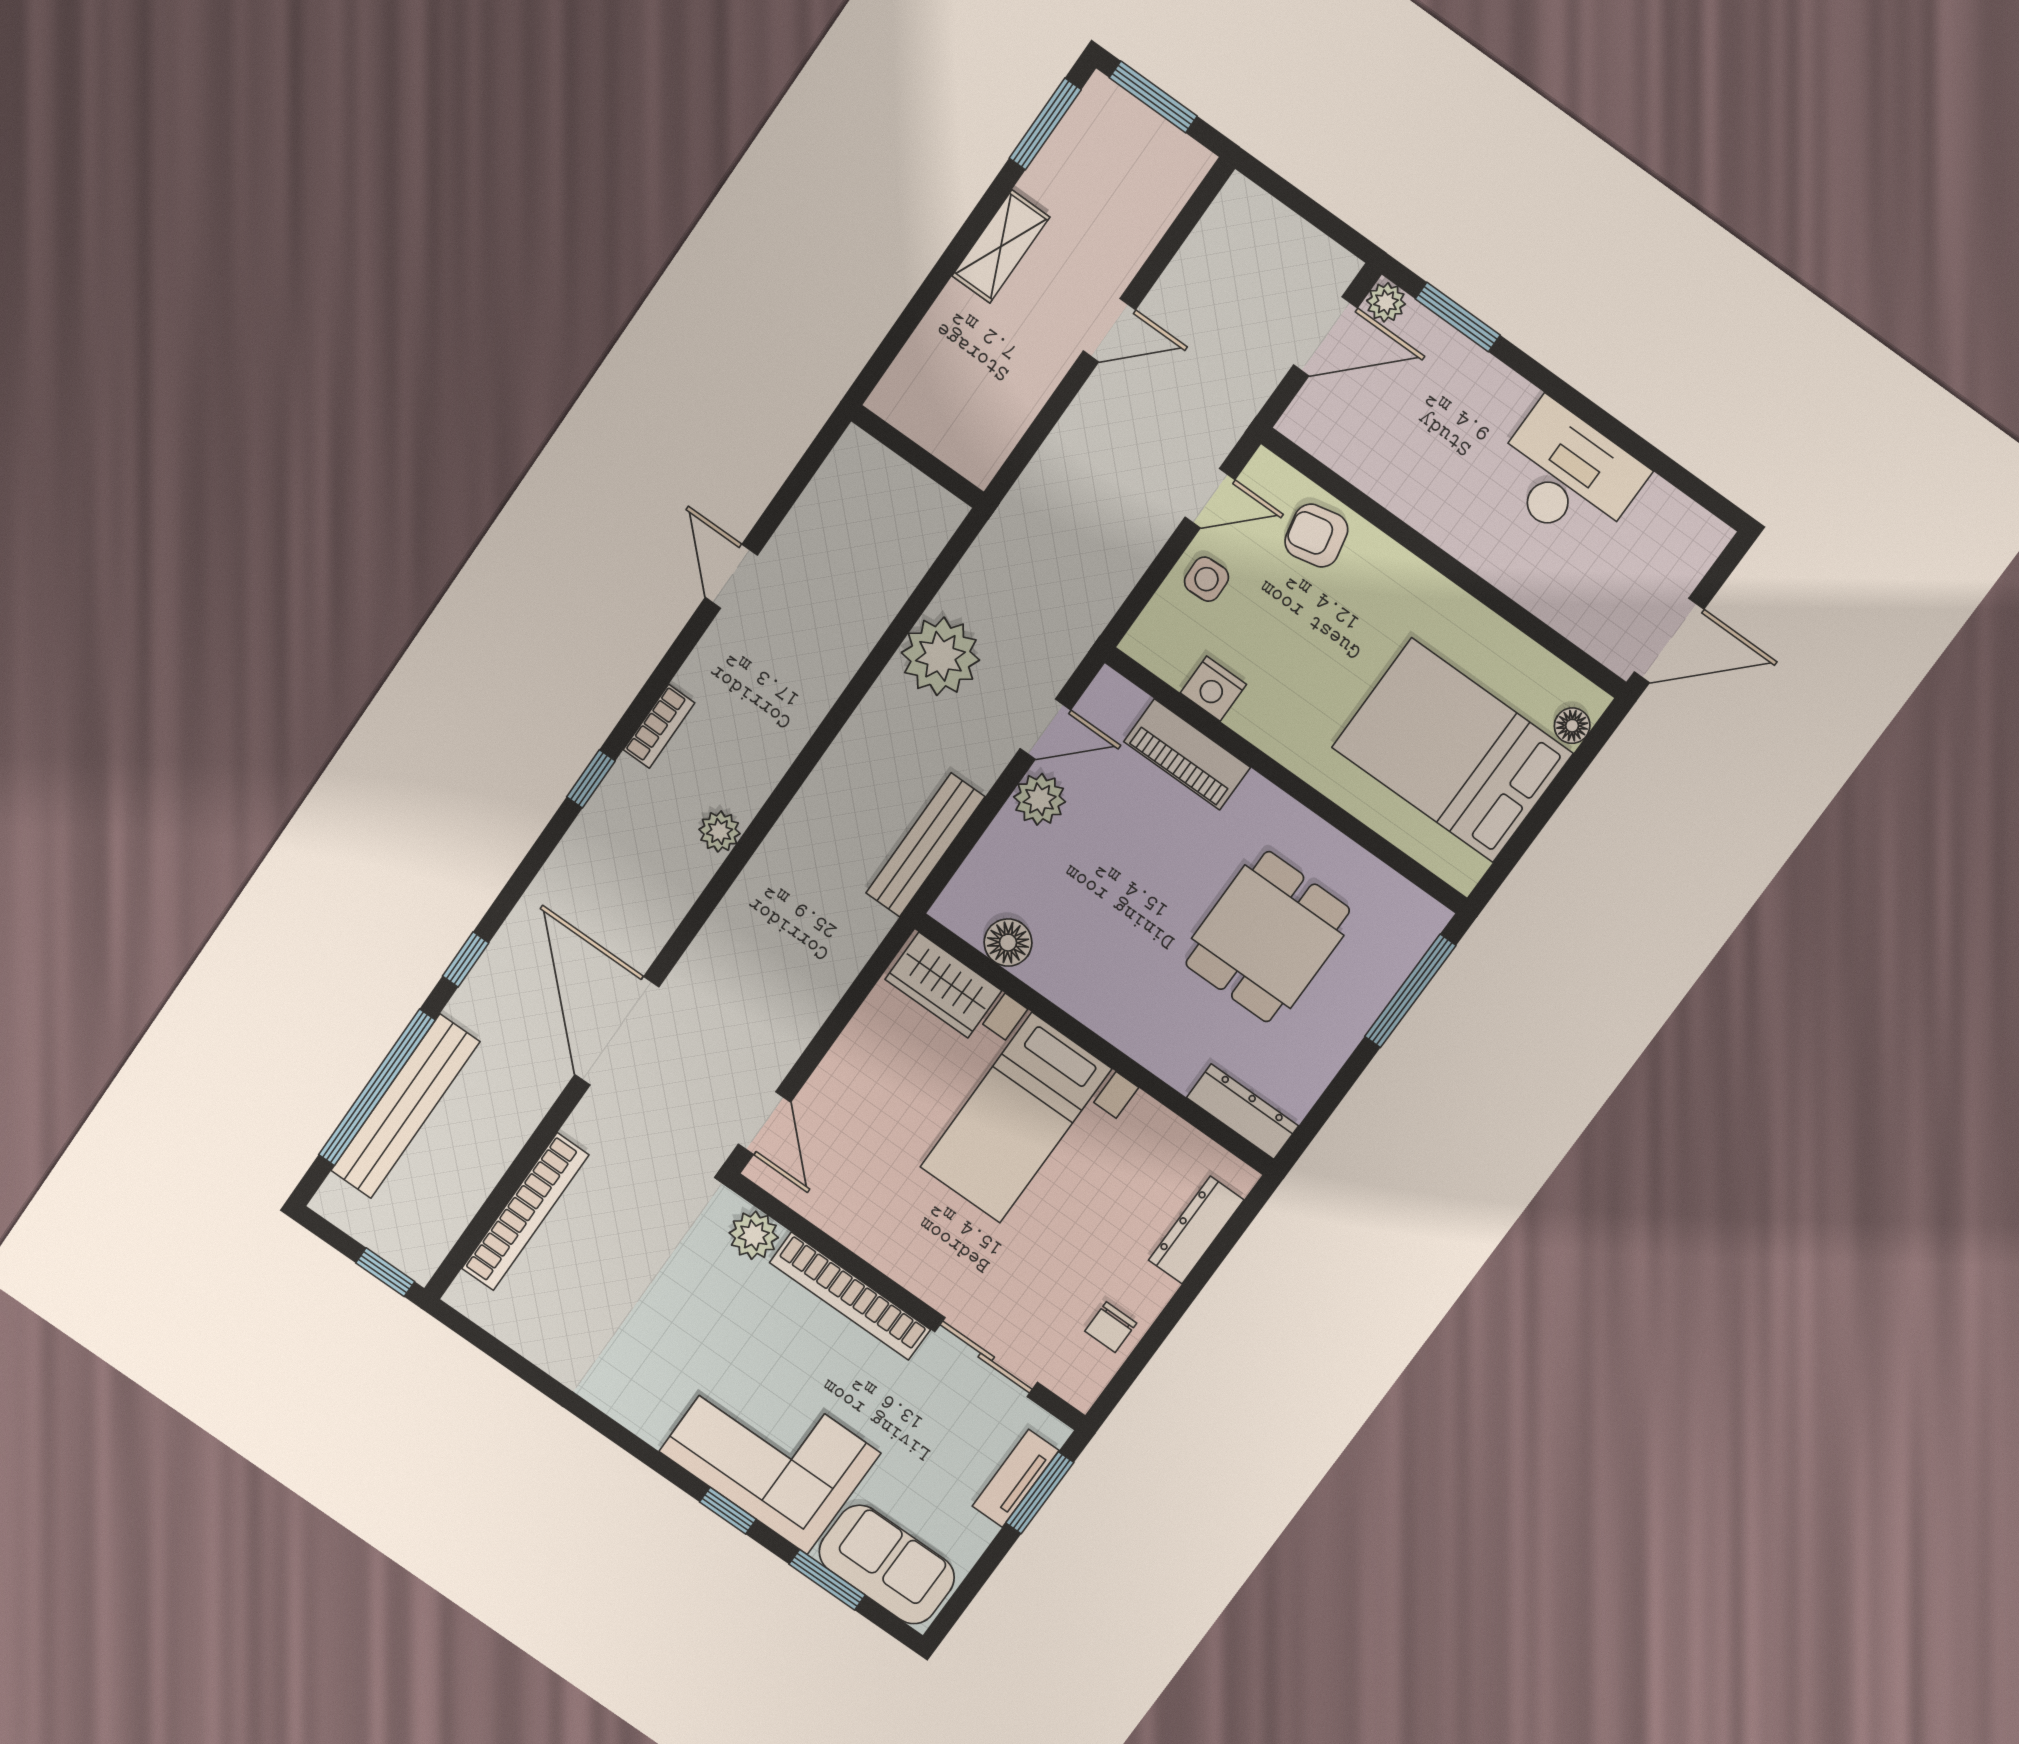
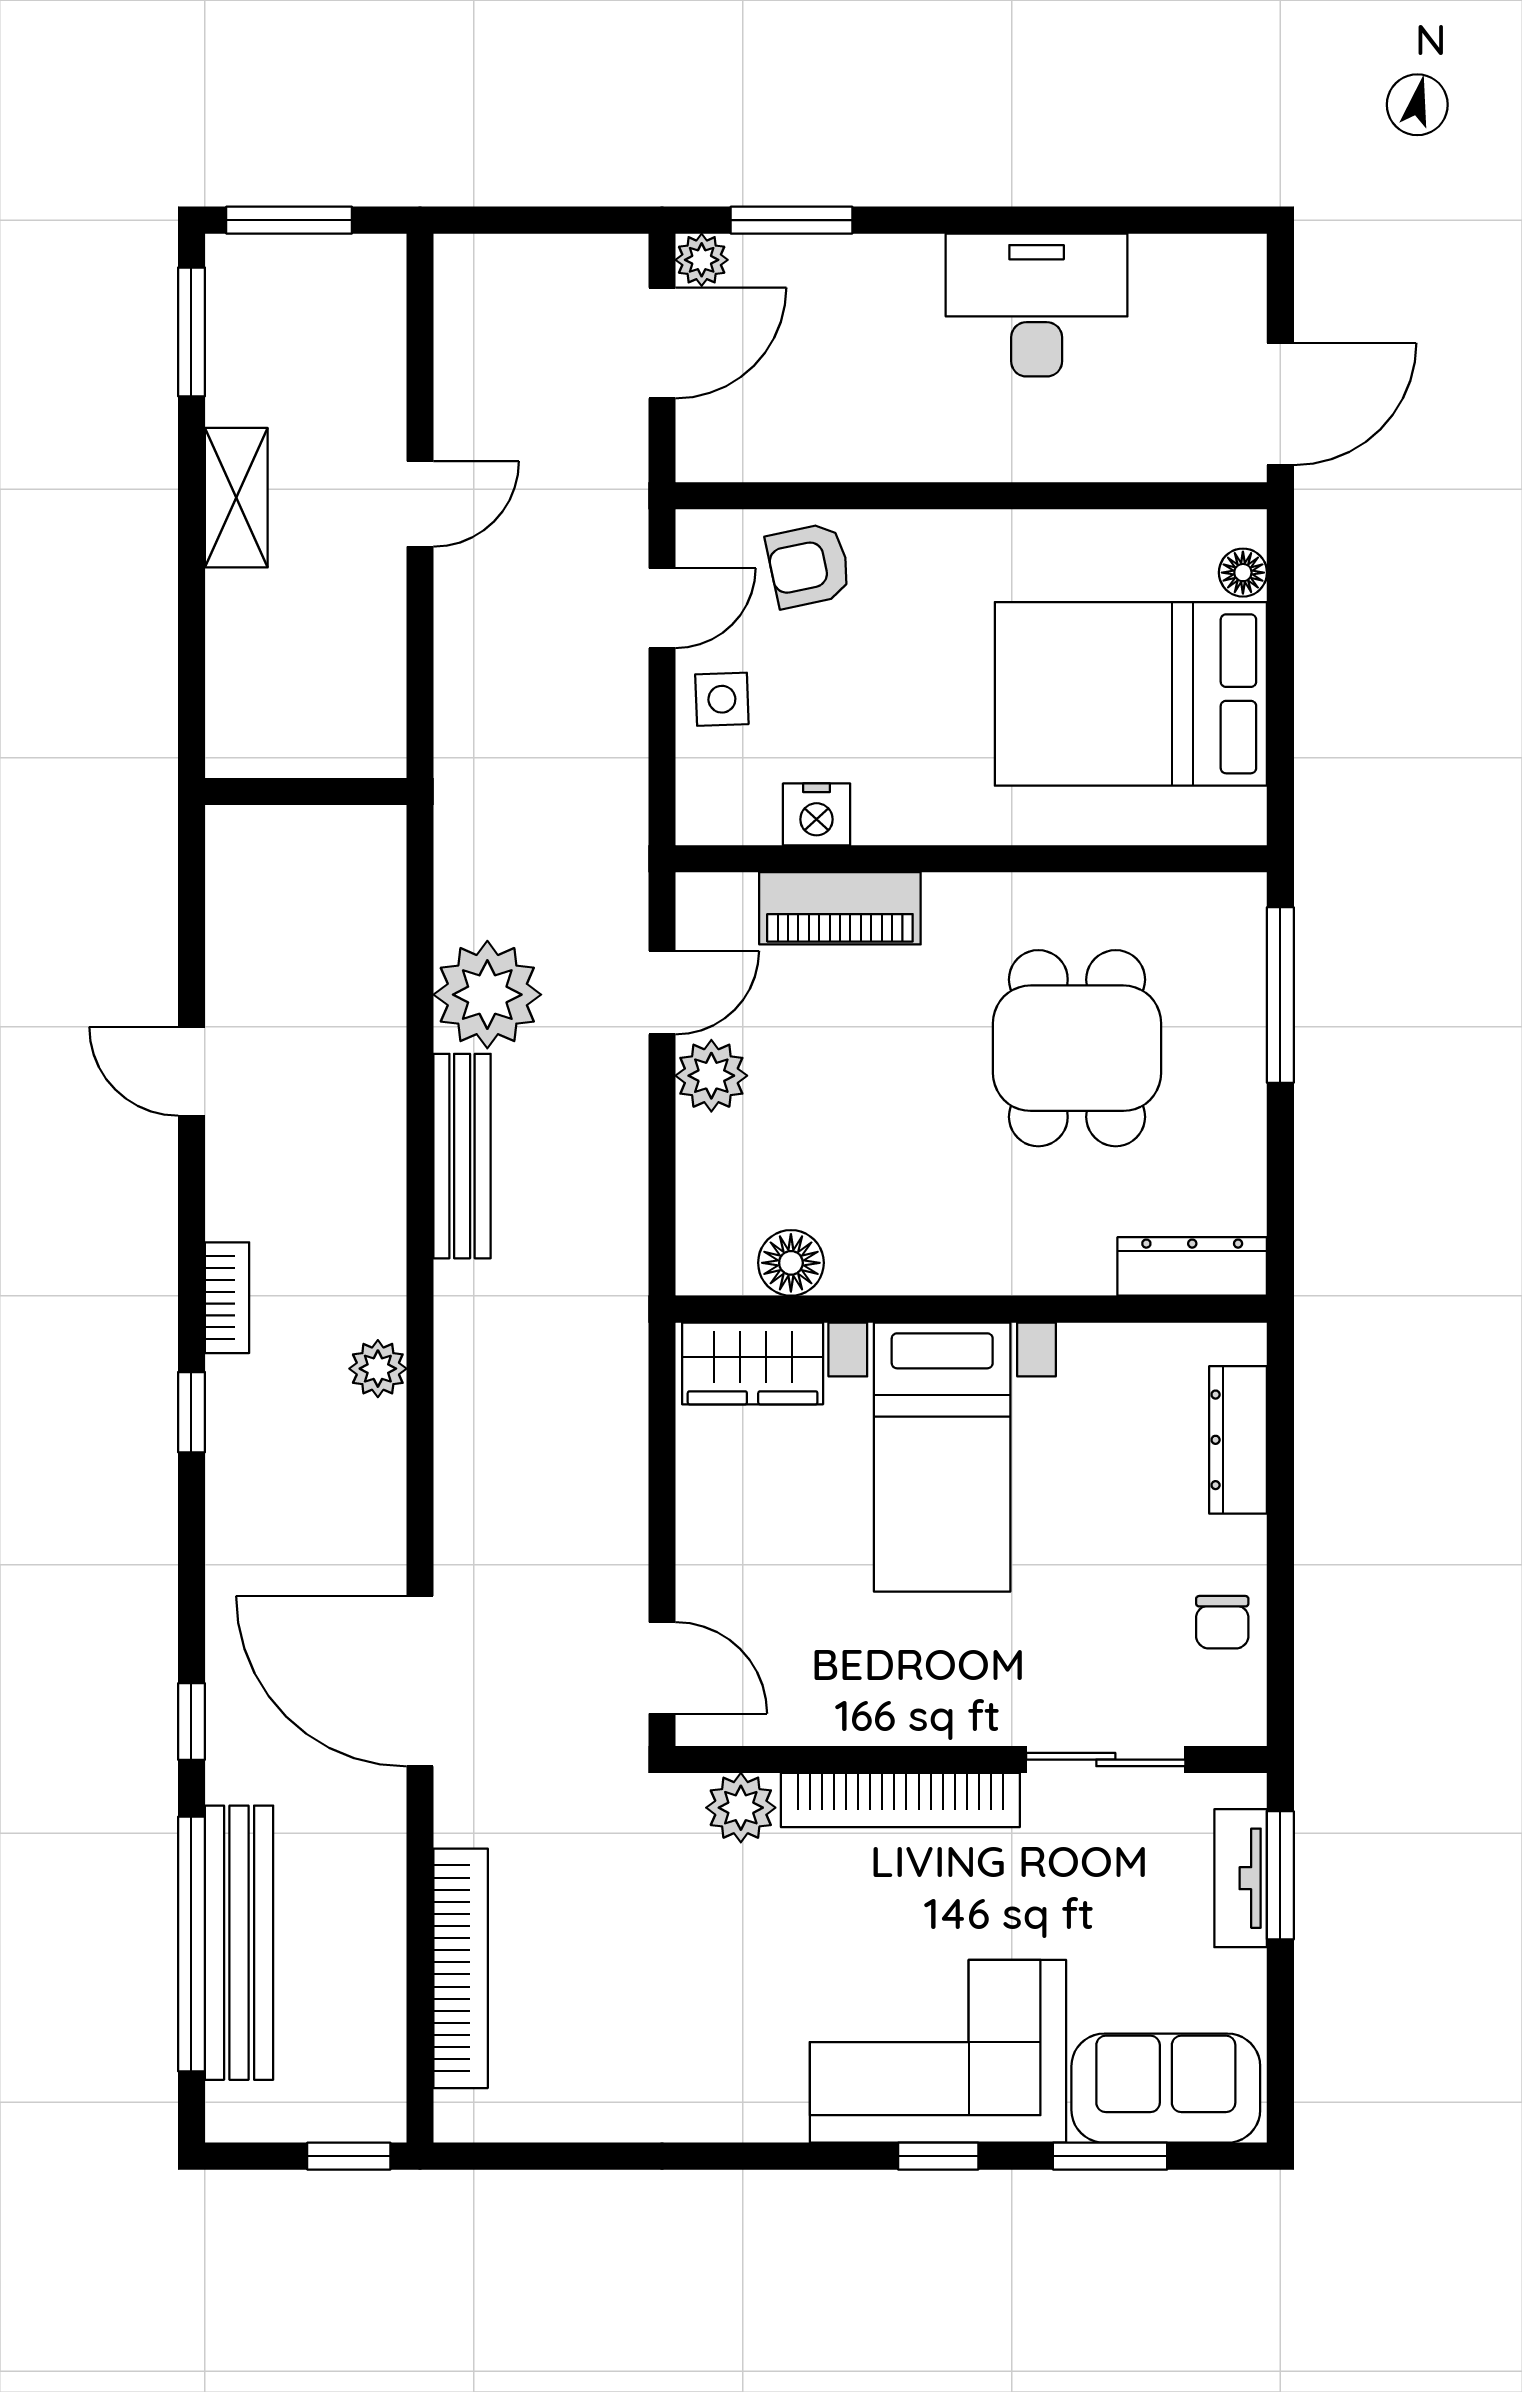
bench: (925, 845) -> (462, 1156), moved

